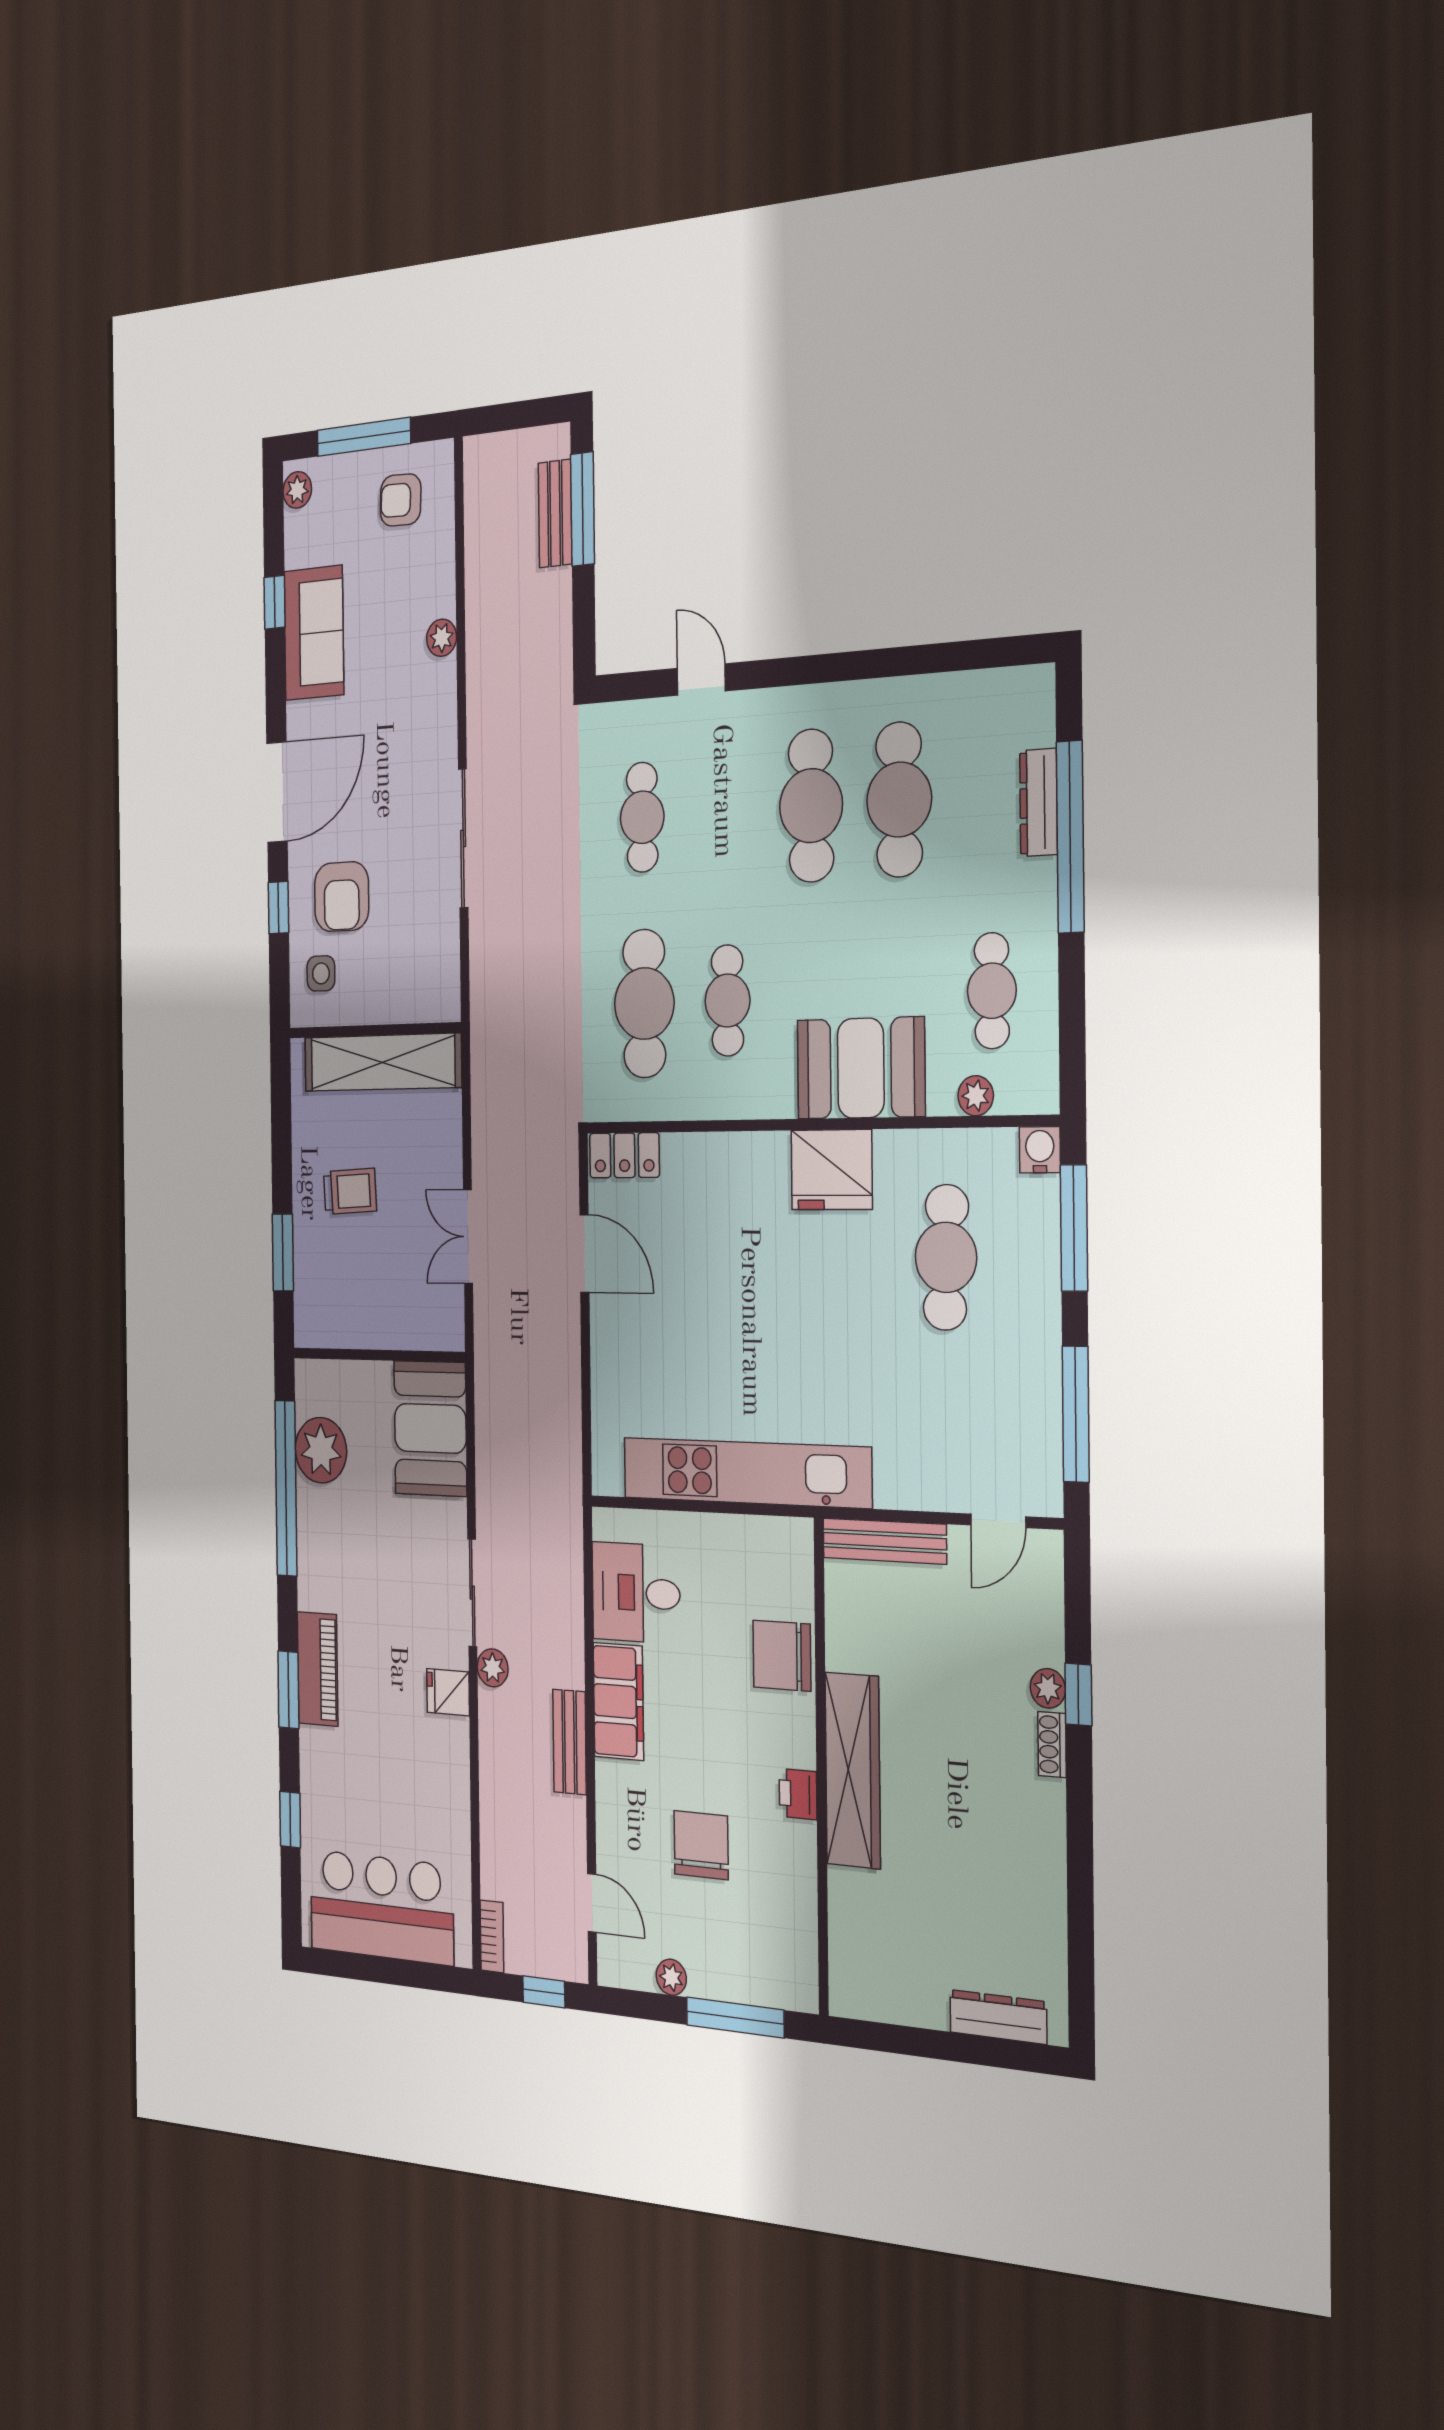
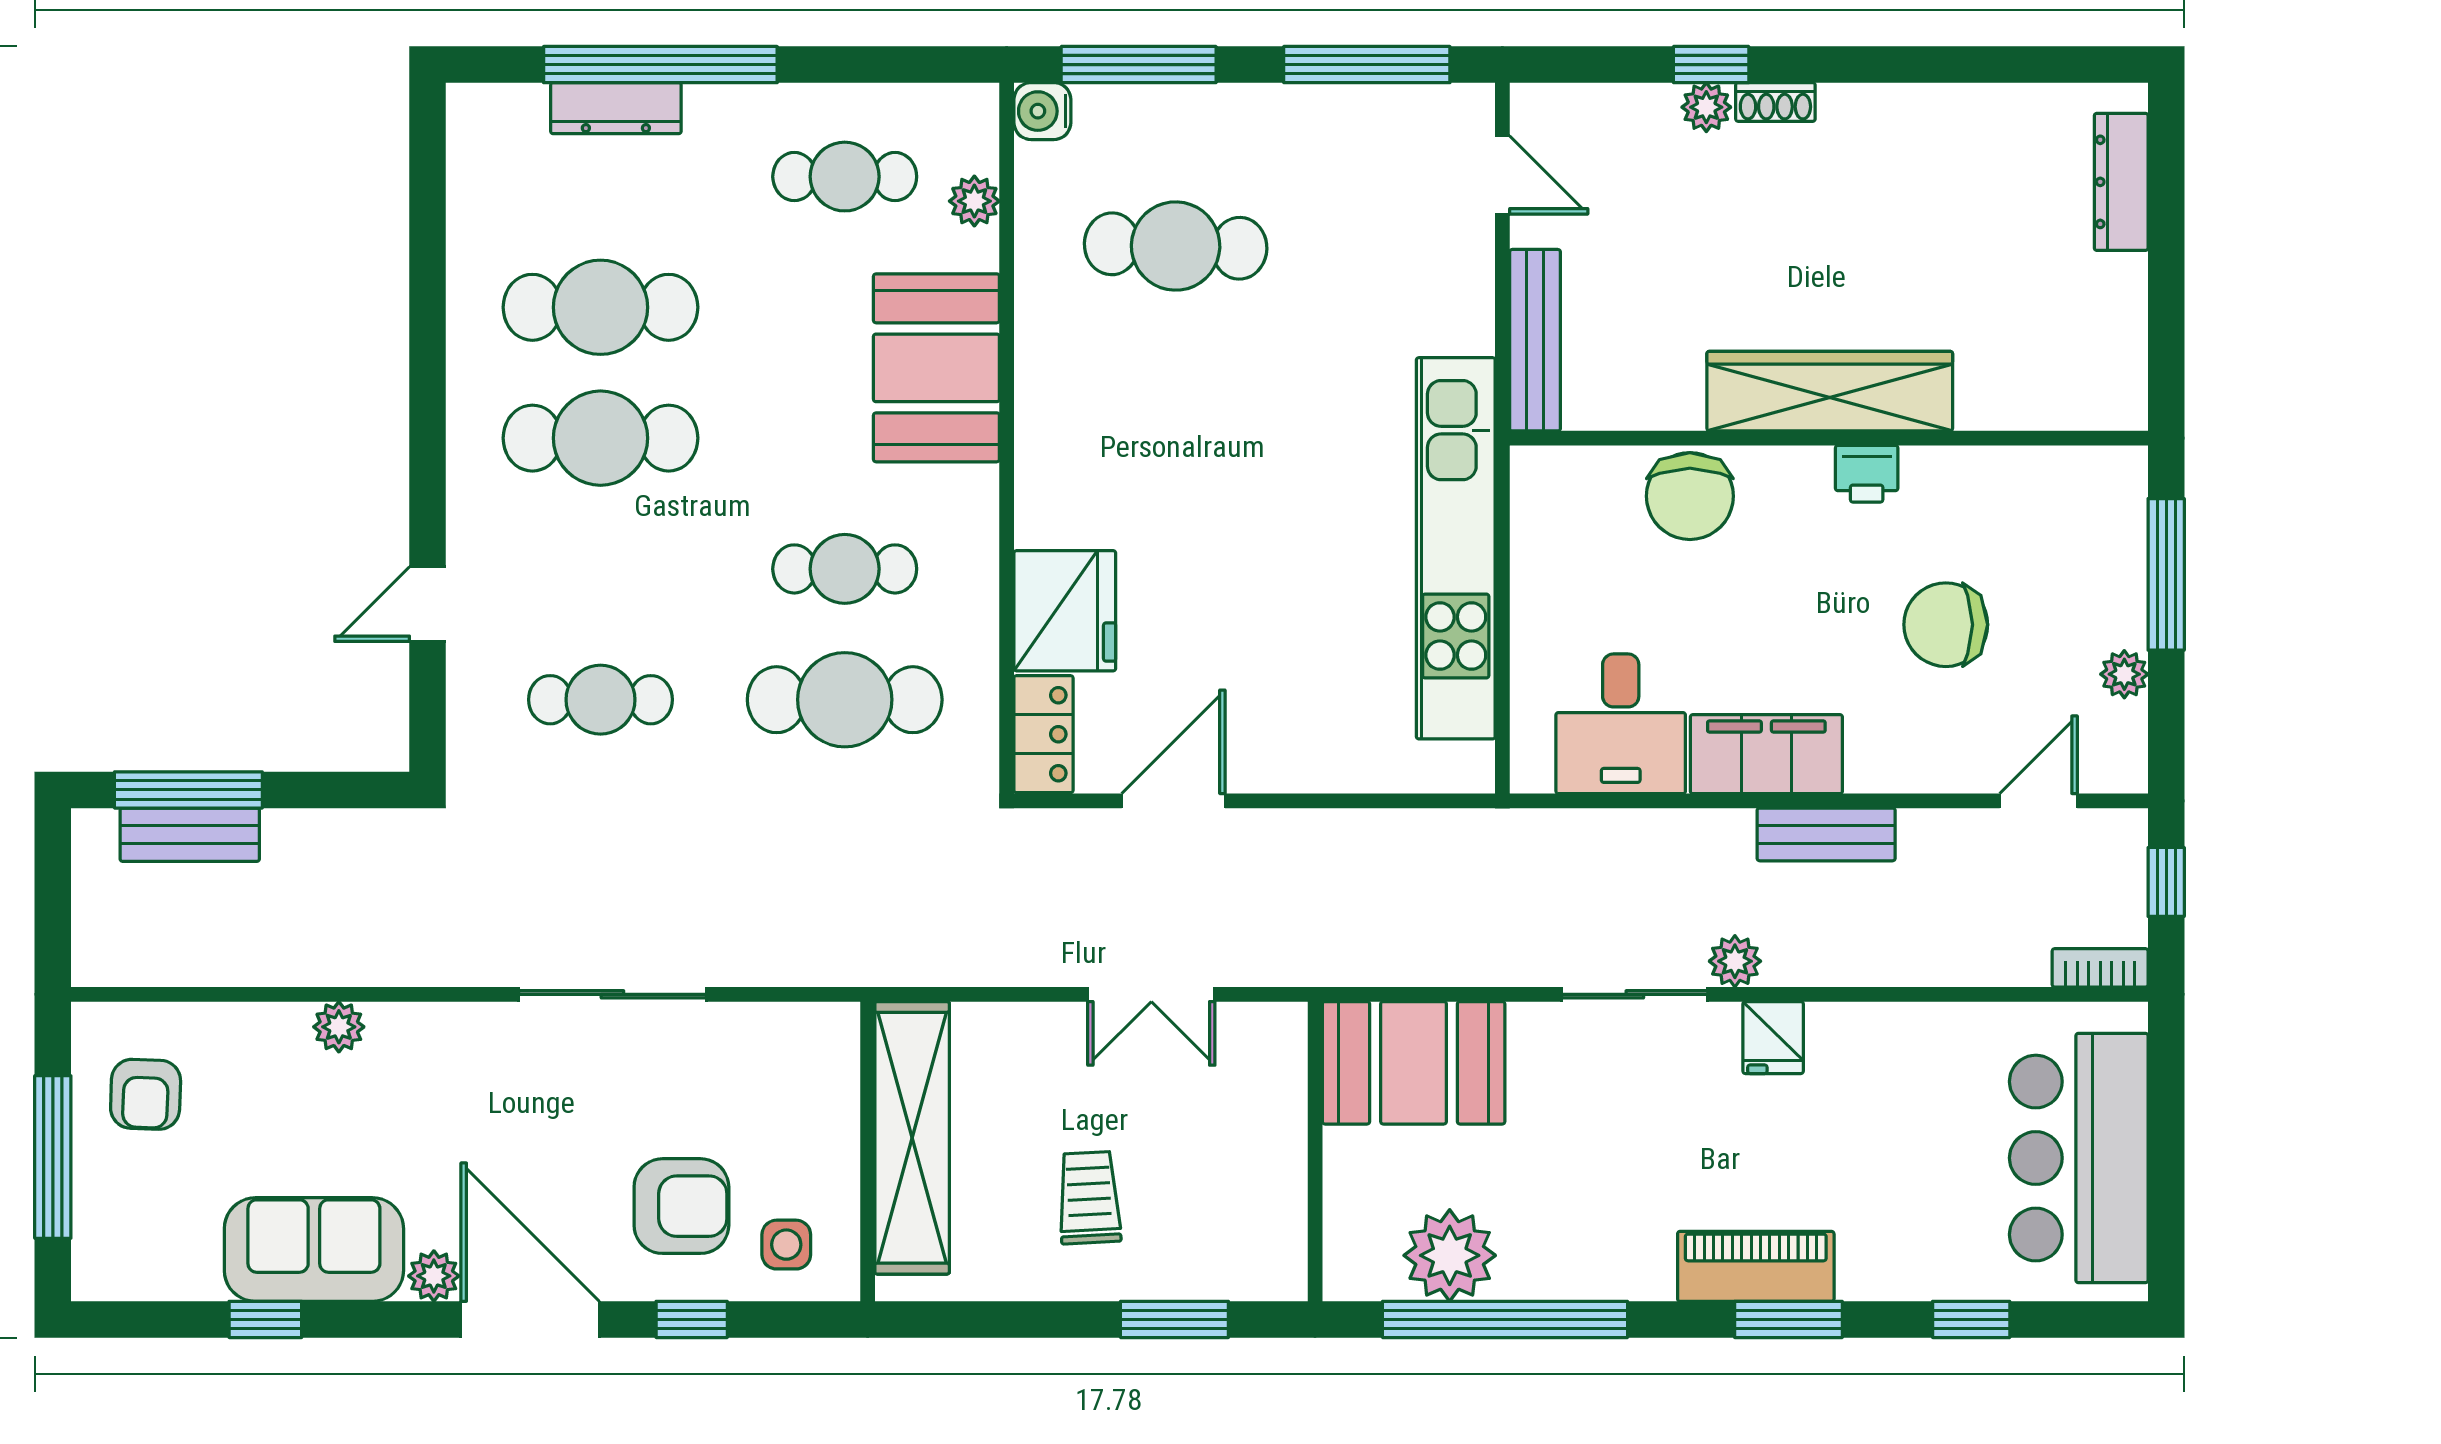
plant: (297, 490) -> (434, 1276), moved
fridge: (832, 1170) -> (1065, 611), moved

